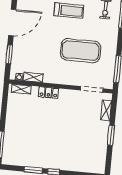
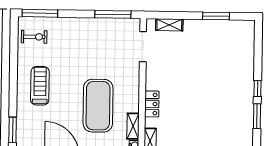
exercise mat: (81, 51) -> (98, 106), moved
window: (111, 135) -> (216, 16), moved

